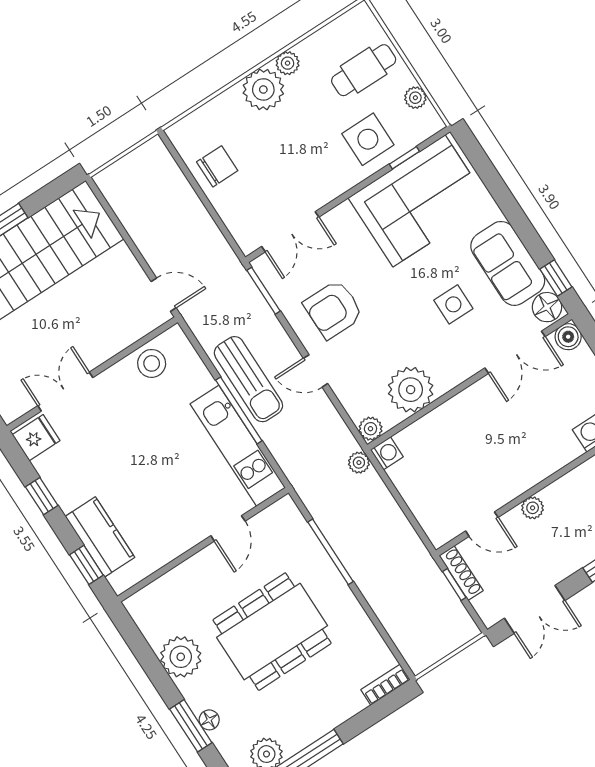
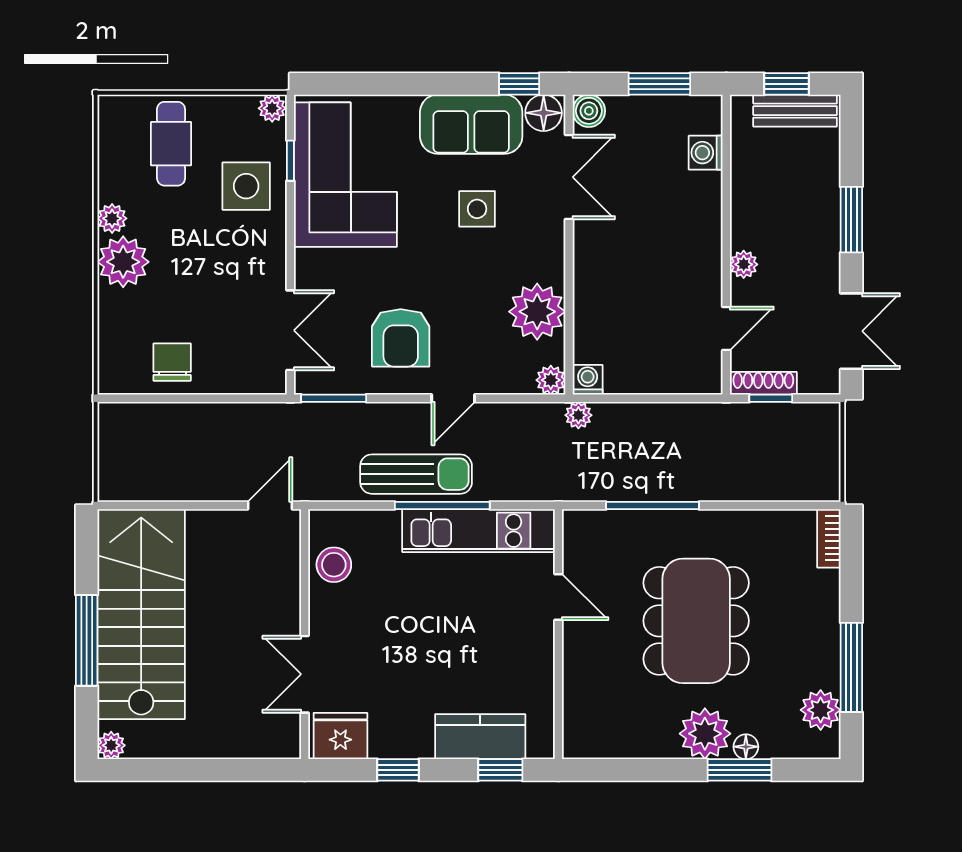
plant: (415, 98) -> (272, 108), moved
fridge: (36, 438) -> (340, 736), width x1.38
plant: (181, 657) -> (705, 734), moved

